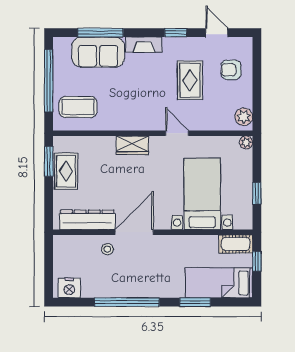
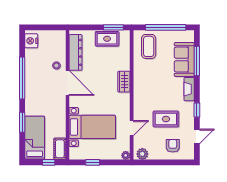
door: (177, 133) -> (132, 128), moved

